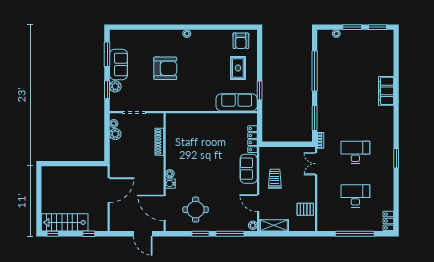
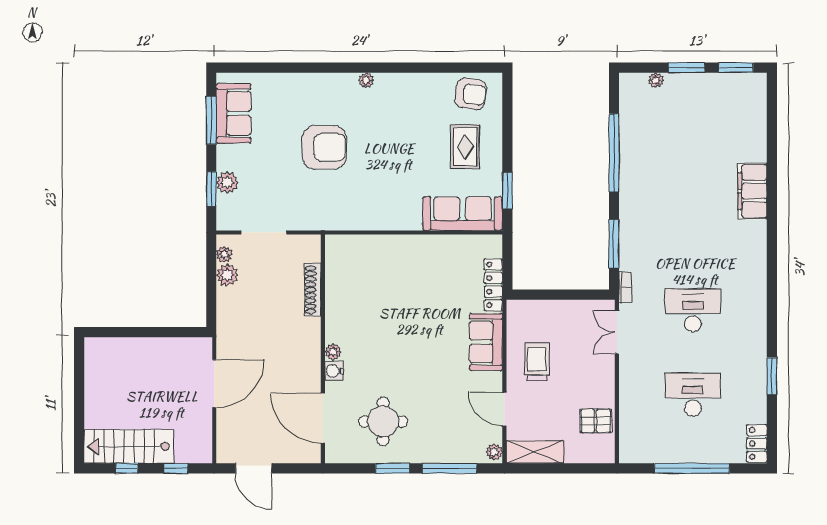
armchair: (241, 41) -> (471, 94), turned -82
sofa: (118, 64) -> (234, 113), moved
window: (396, 158) -> (772, 376), moved
window: (53, 234) -> (127, 468), moved
door: (143, 234) -> (254, 468), moved

